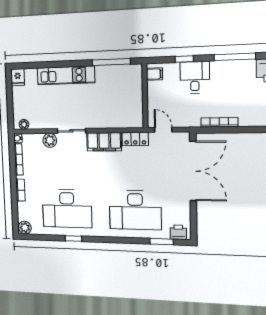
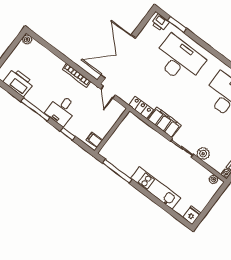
desk: (195, 77) -> (61, 110), moved
door: (163, 130) -> (108, 92), moved

